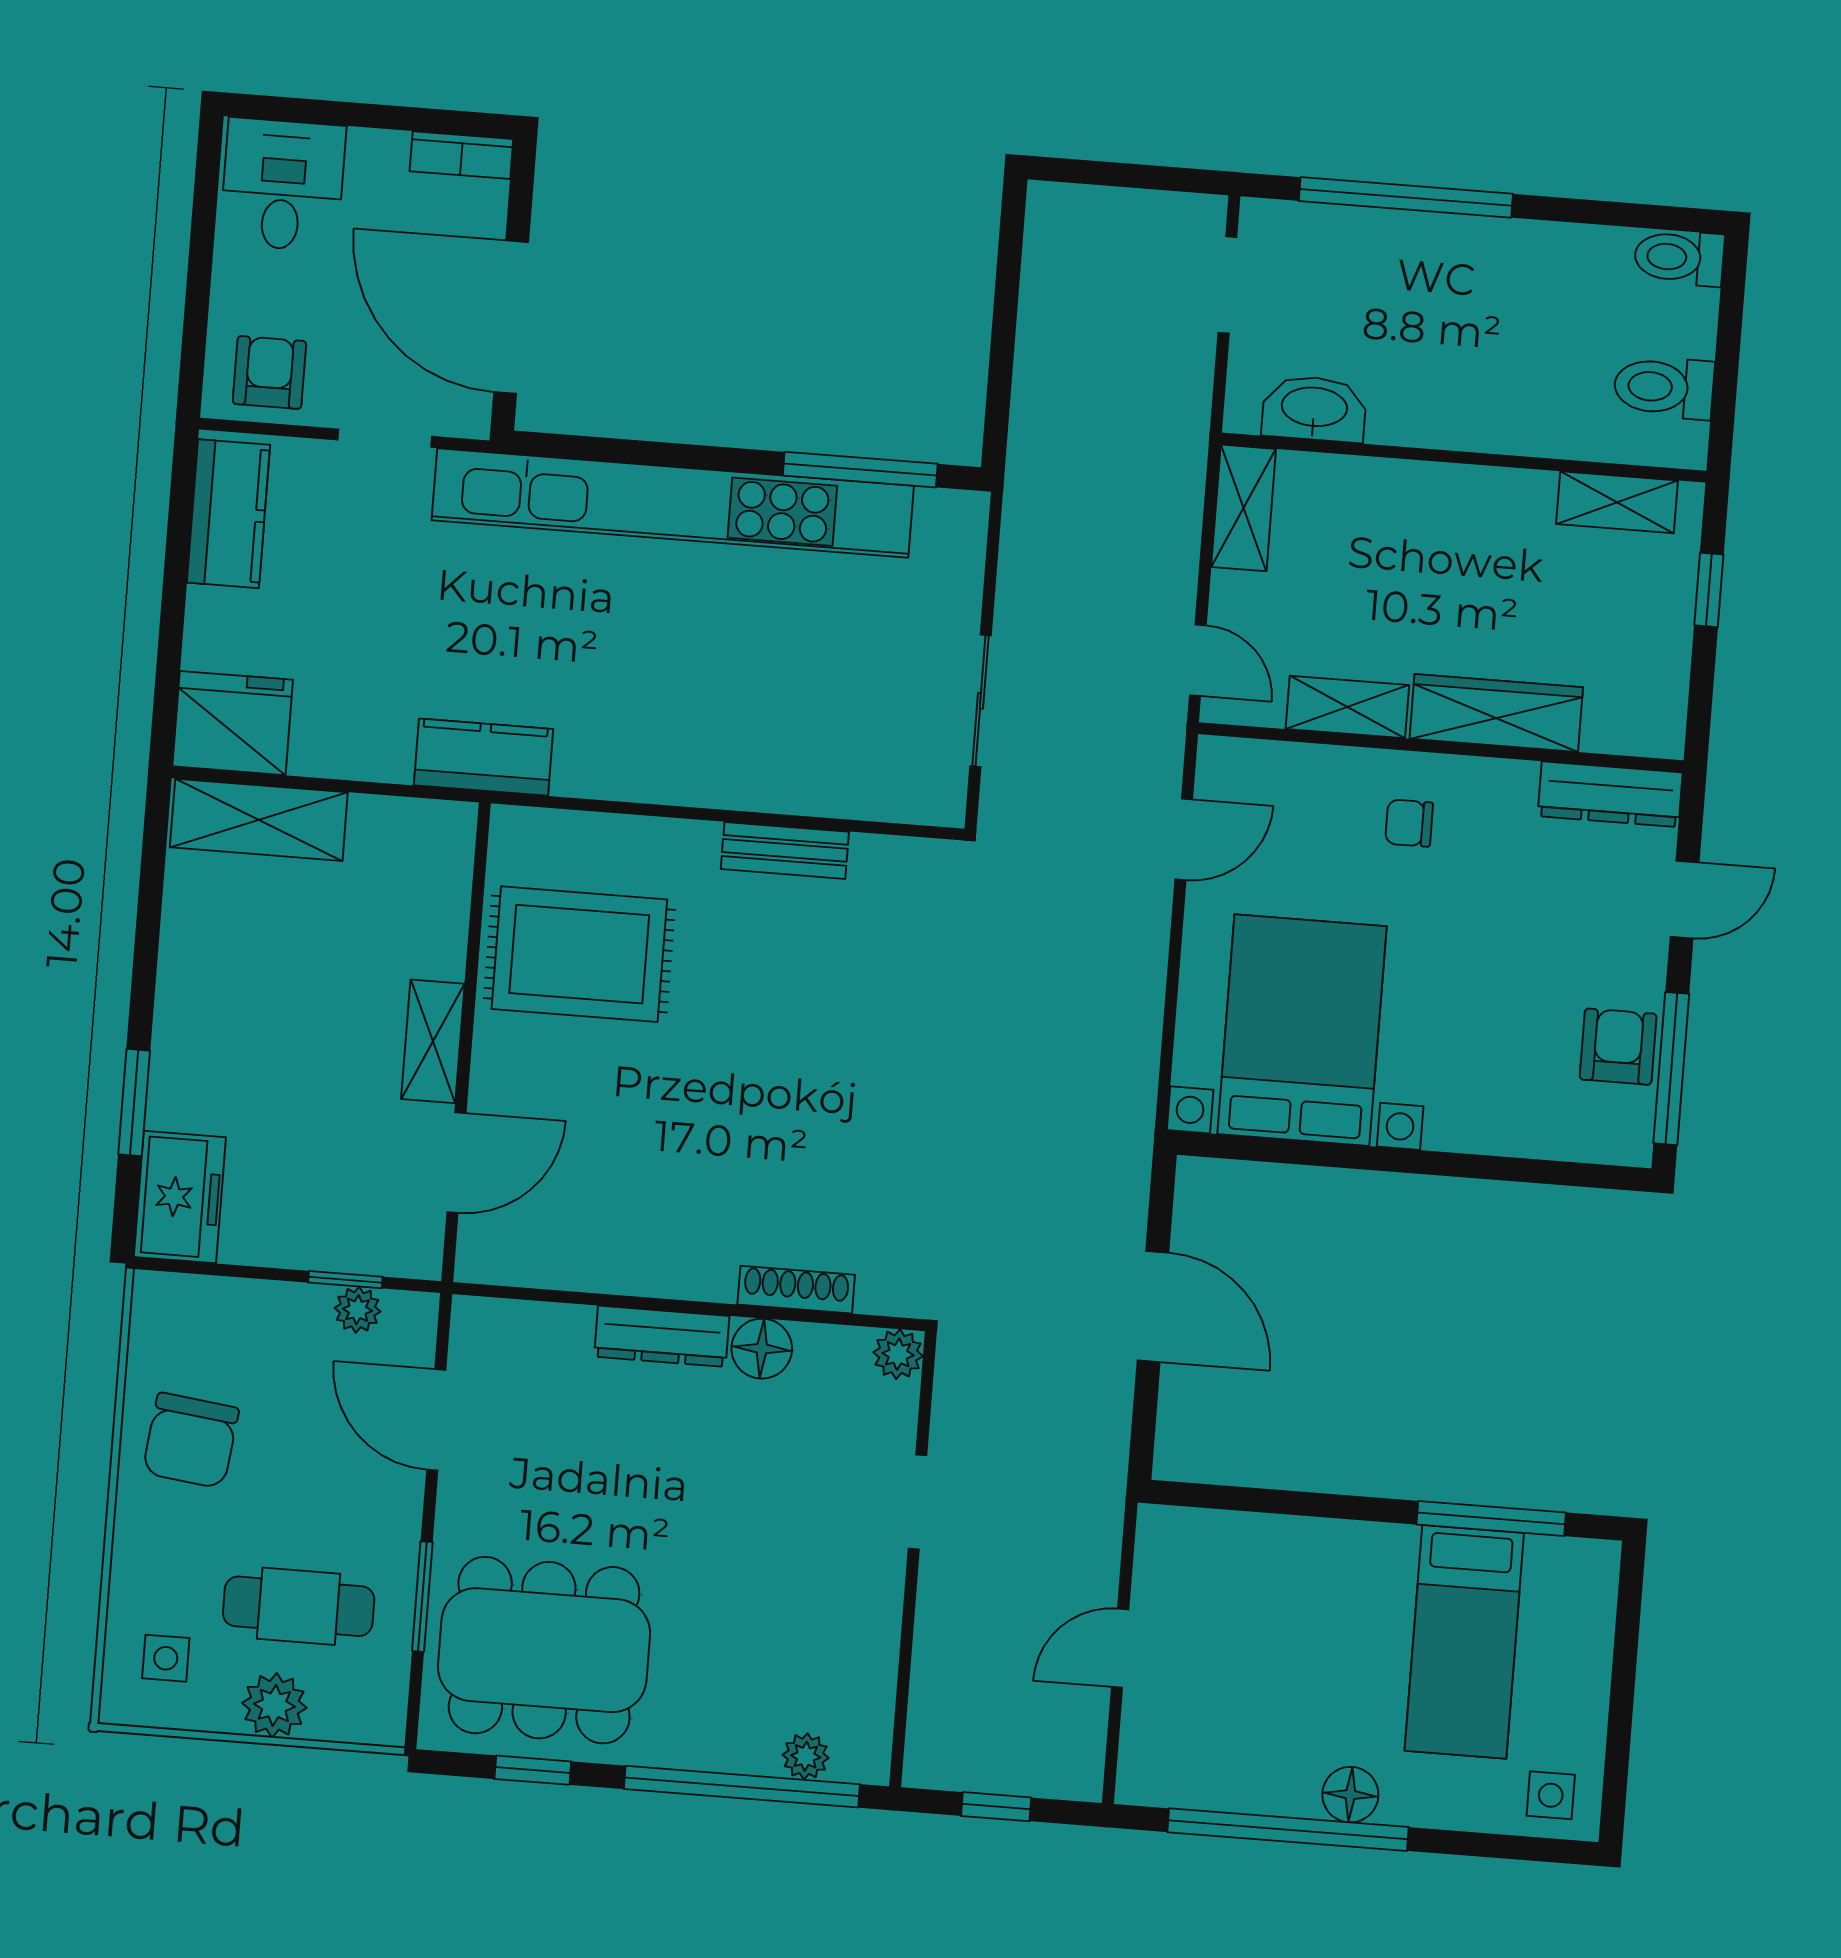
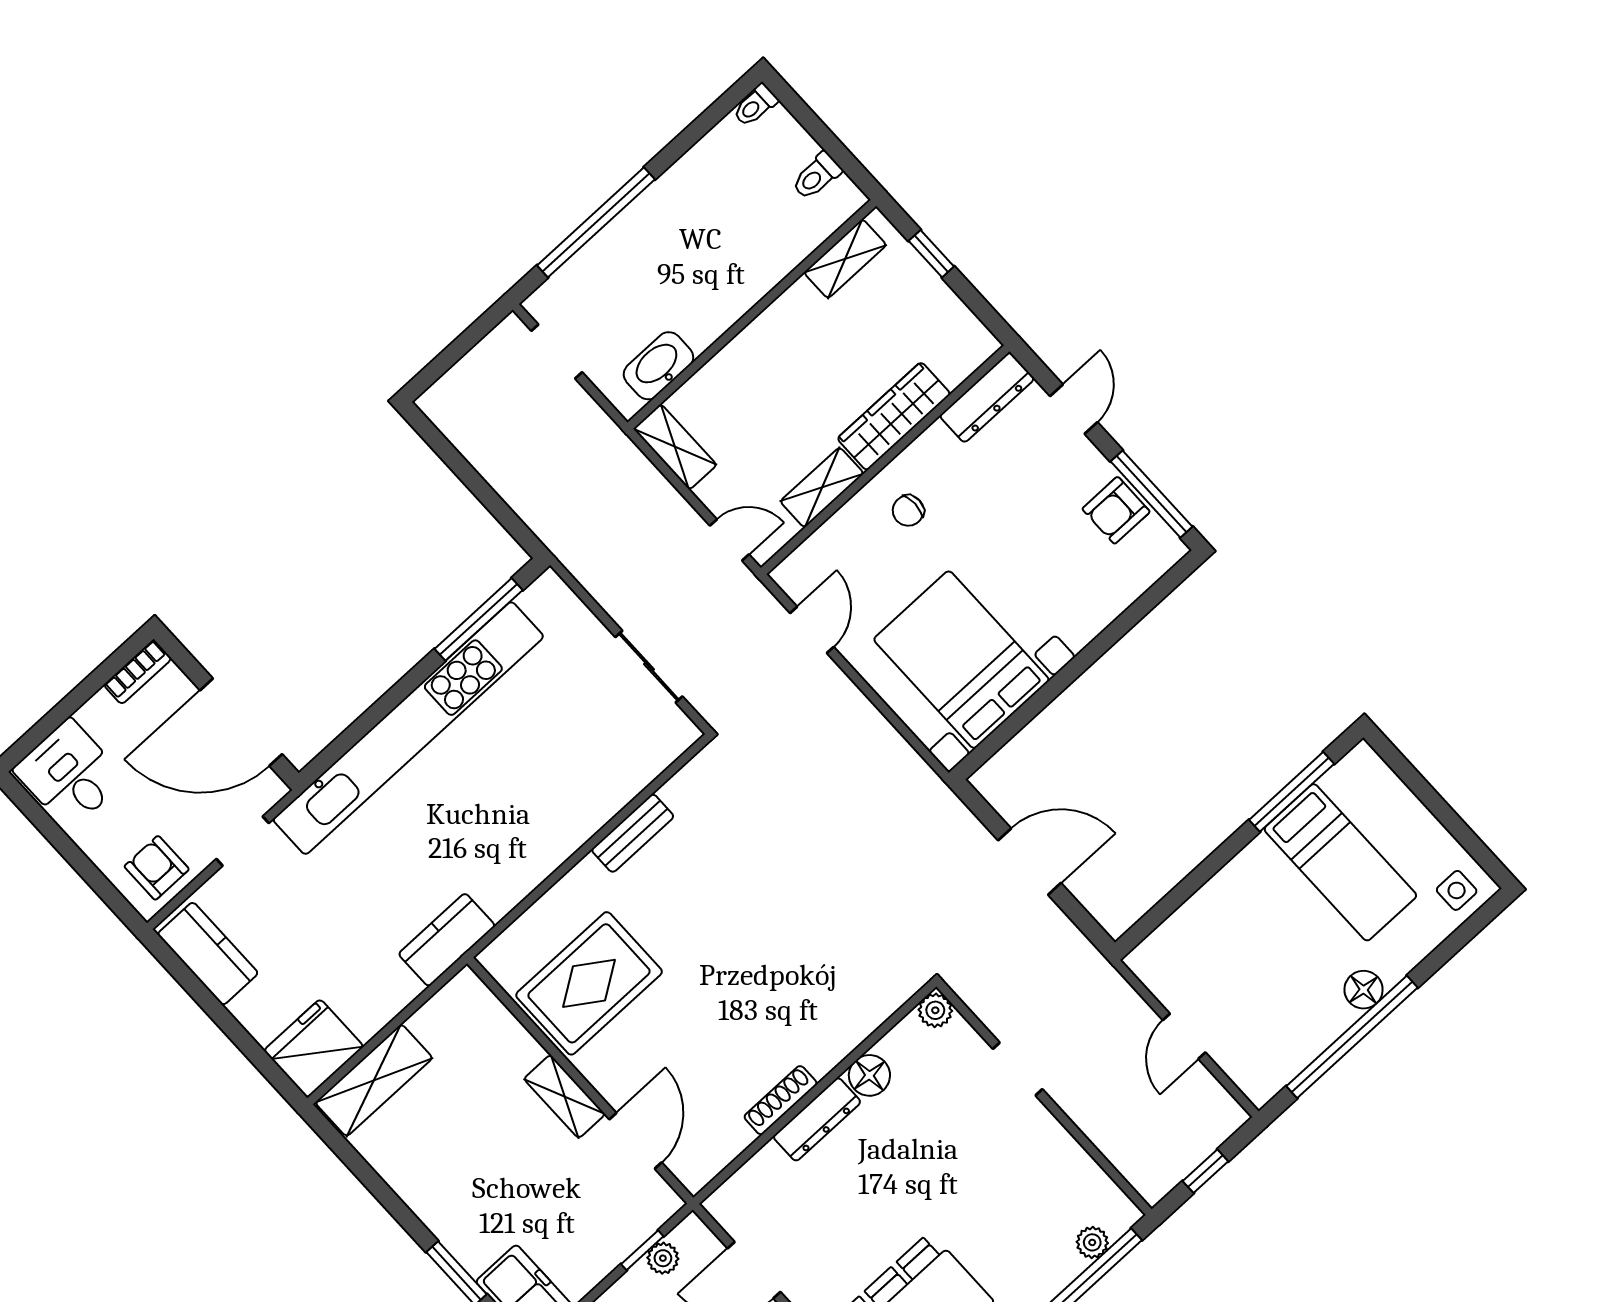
toilet: (1679, 258) -> (755, 105), width x0.73, depth x0.72
toilet: (1664, 387) -> (817, 176), width x0.73, depth x0.72
armchair: (1618, 1047) -> (1116, 510), turned -90
shoe rack: (796, 1290) -> (781, 1100), moved

